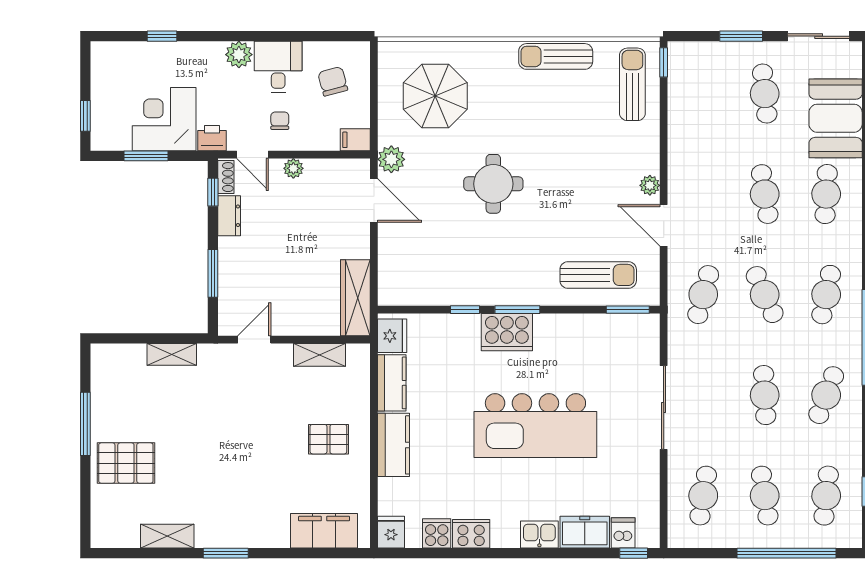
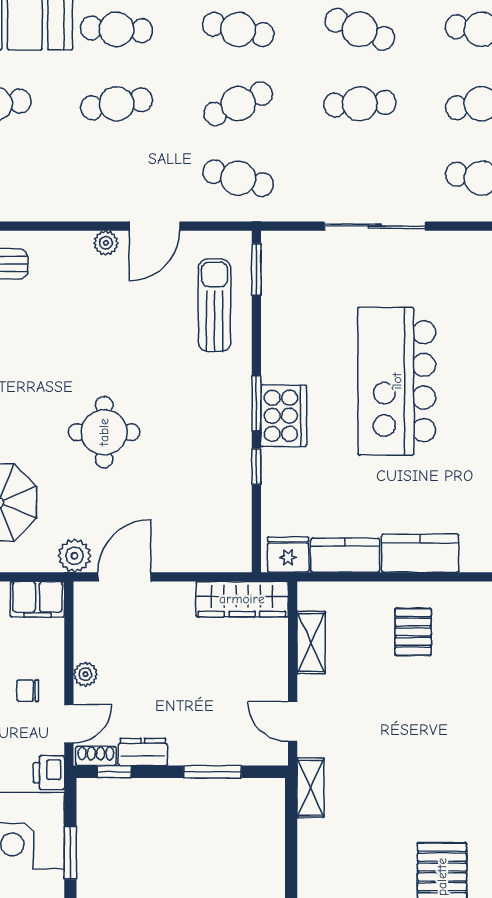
filing cabinet: (355, 140) -> (37, 599), width x2.00
shelving: (172, 354) -> (310, 788), moved
kitchen island: (535, 426) -> (397, 381), turned 180

